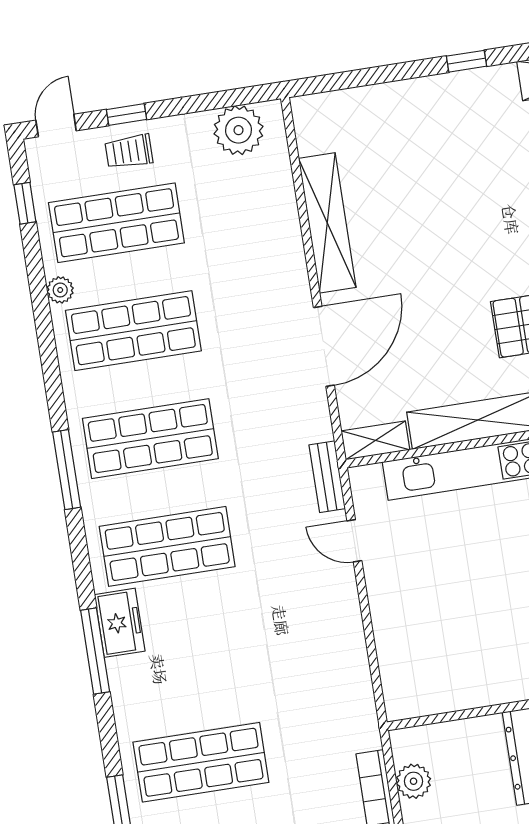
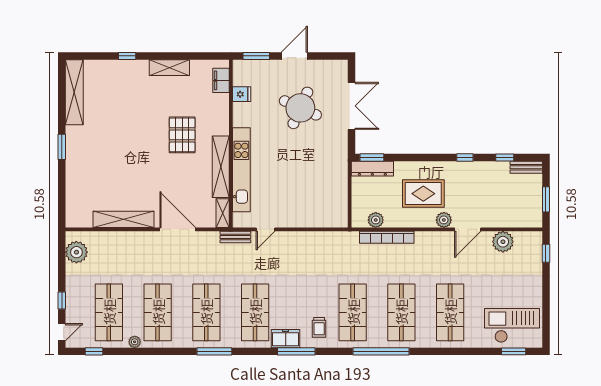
window: (467, 61) -> (62, 147), width x1.50
door: (56, 125) -> (62, 332), swing flipped
trolley: (129, 152) -> (319, 327), moved

